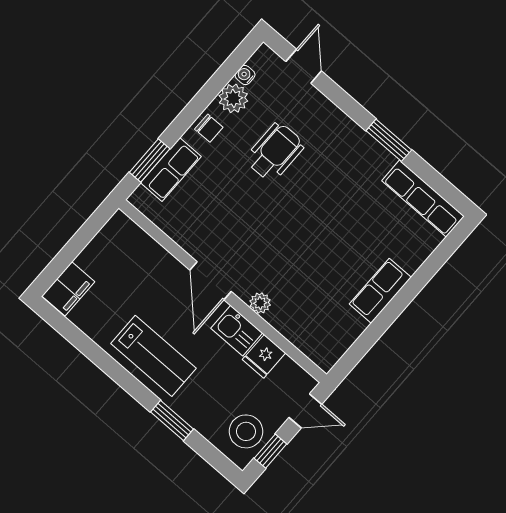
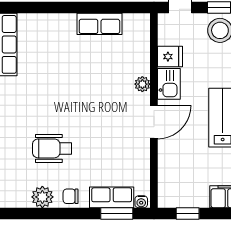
water cooler: (245, 75) -> (141, 202), moved
chair: (209, 128) -> (71, 196), turned -90
window: (86, 233) -> (188, 213), added
row of seats: (380, 291) -> (99, 24), moved

